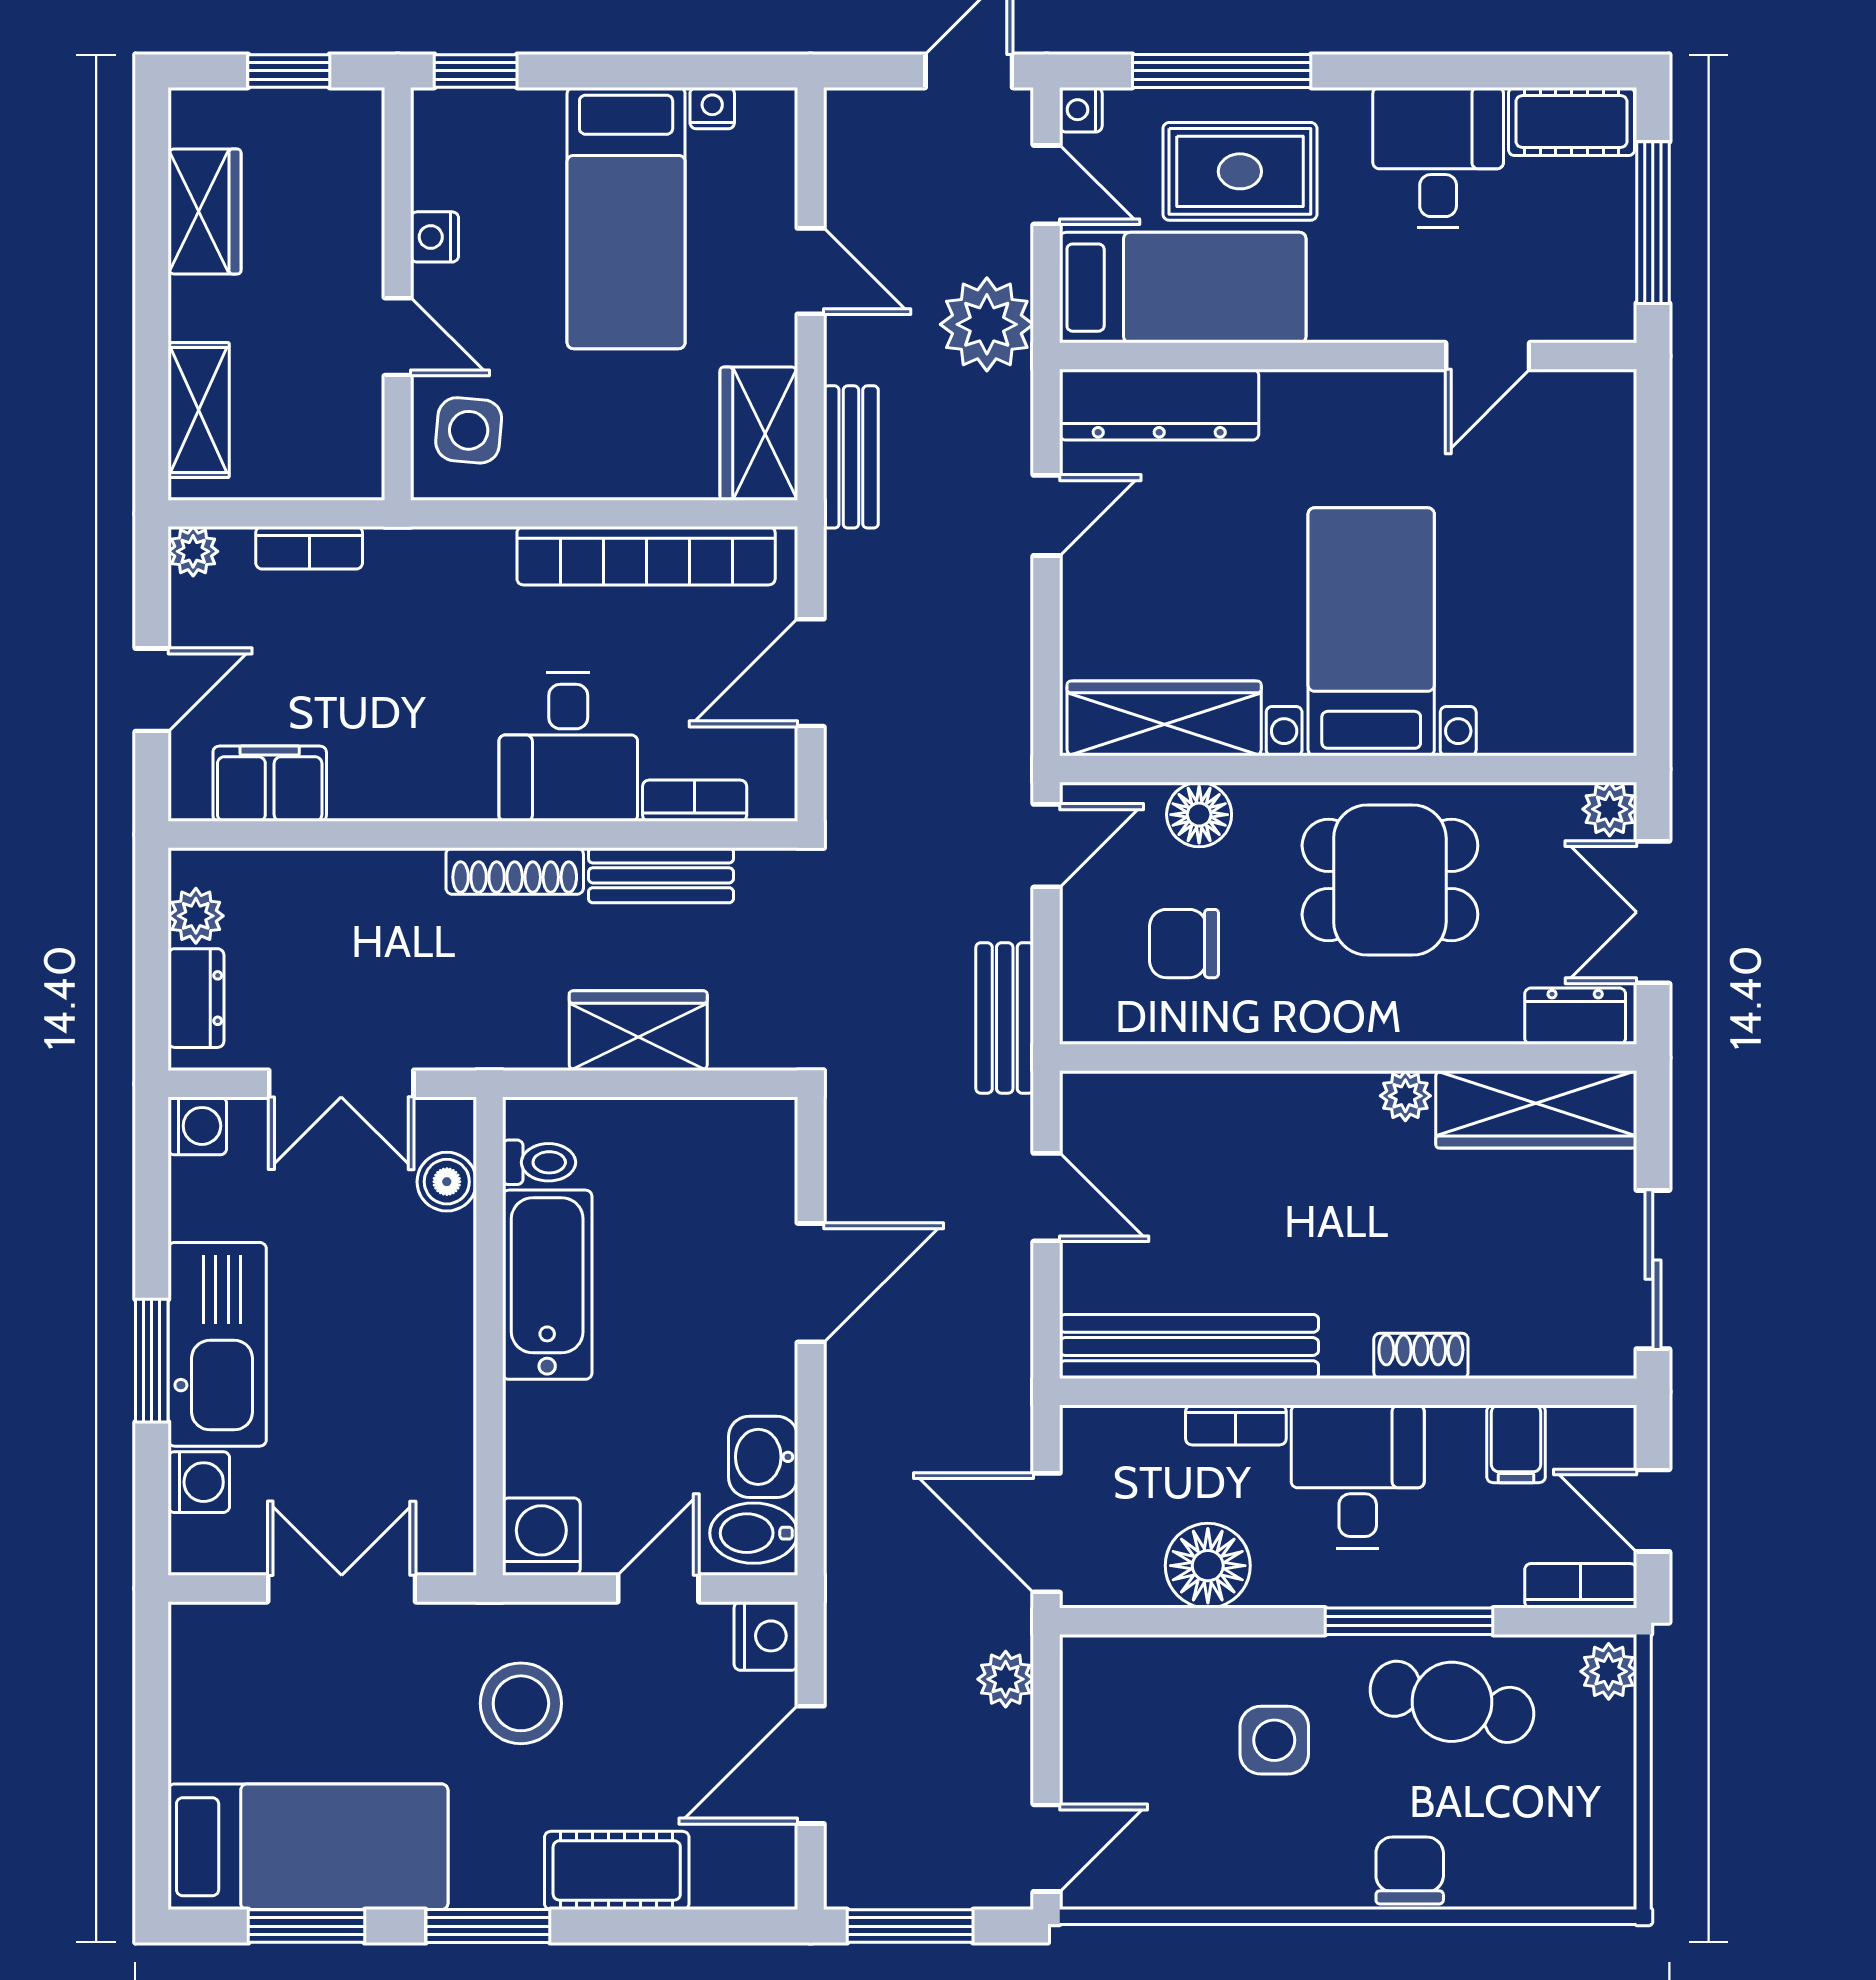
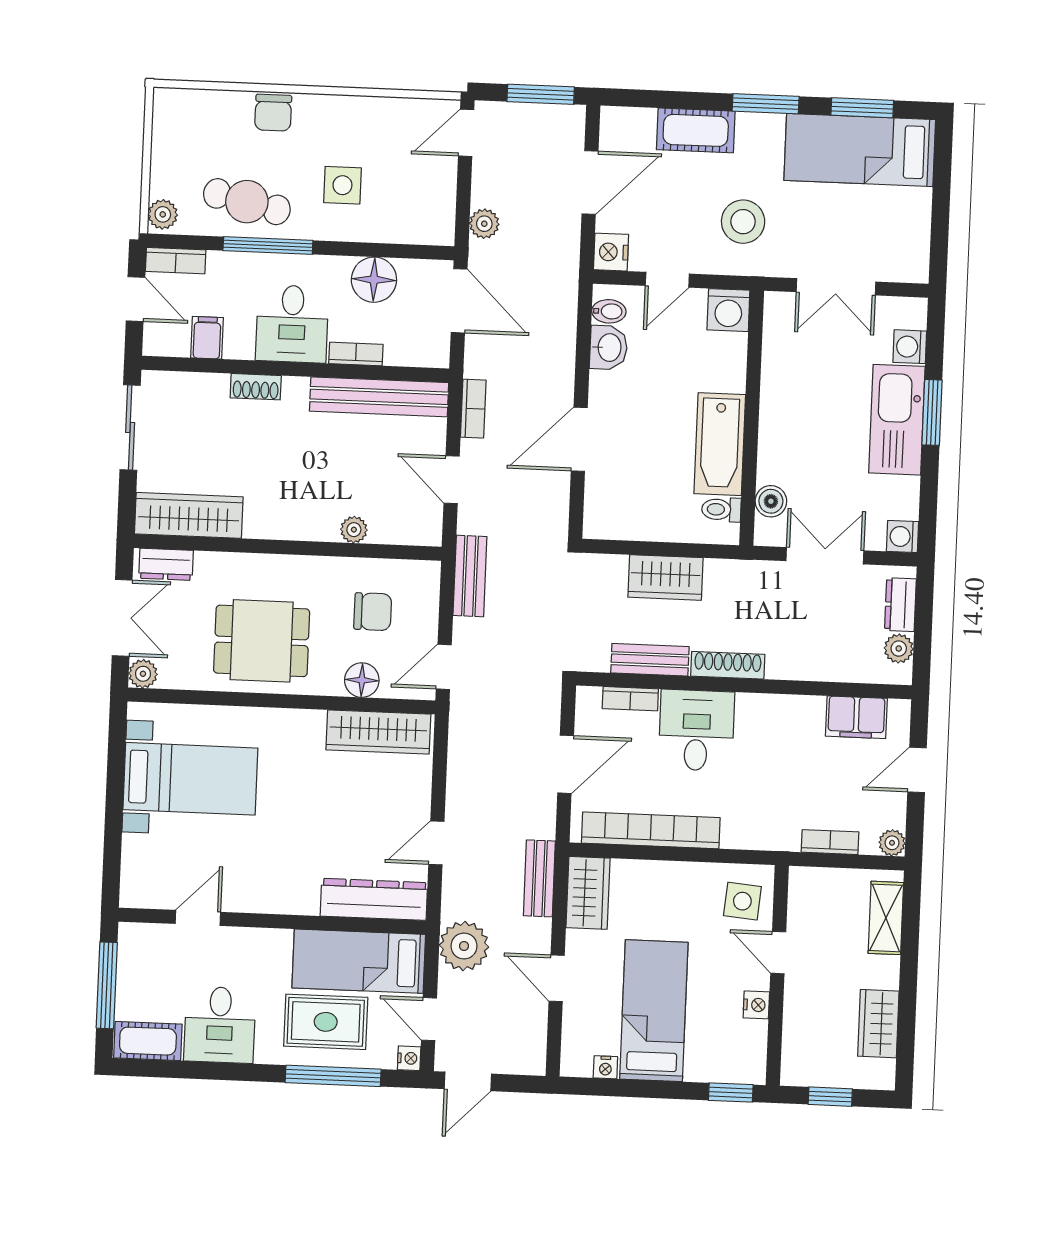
bed with nightstands: (1371, 632) -> (190, 779), moved, turned -90
plant: (1405, 1096) -> (354, 530), moved
bookcase: (1012, 1332) -> (473, 409), added
bidet: (754, 1533) -> (609, 311), width x0.72, depth x0.74

